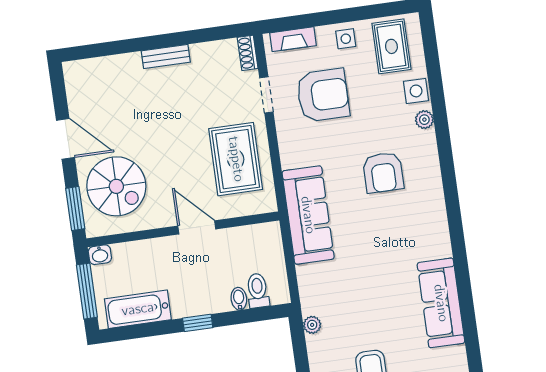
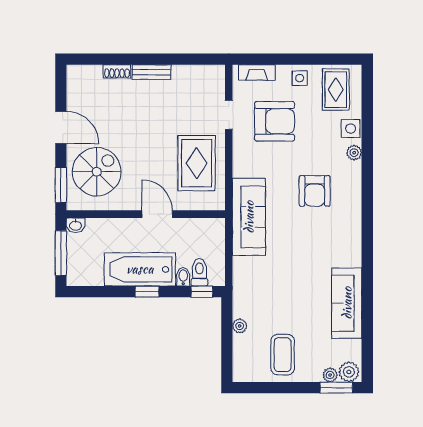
shoe rack: (248, 53) -> (117, 71), moved, turned -90
spiral stairs: (116, 186) -> (97, 172), turned -90
bathtub: (138, 309) -> (140, 269), moved, width x1.36, depth x1.36
window: (264, 314) -> (202, 292), added
plant: (312, 325) -> (240, 326), moved

